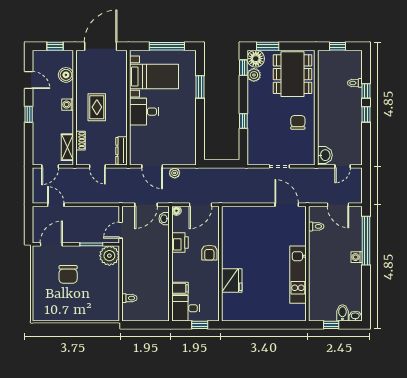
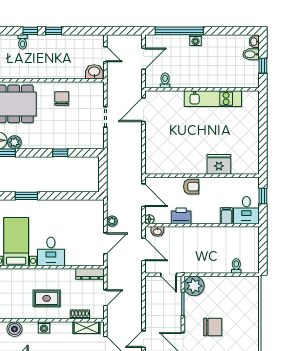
chair: (298, 122) -> (62, 99), turned 90

